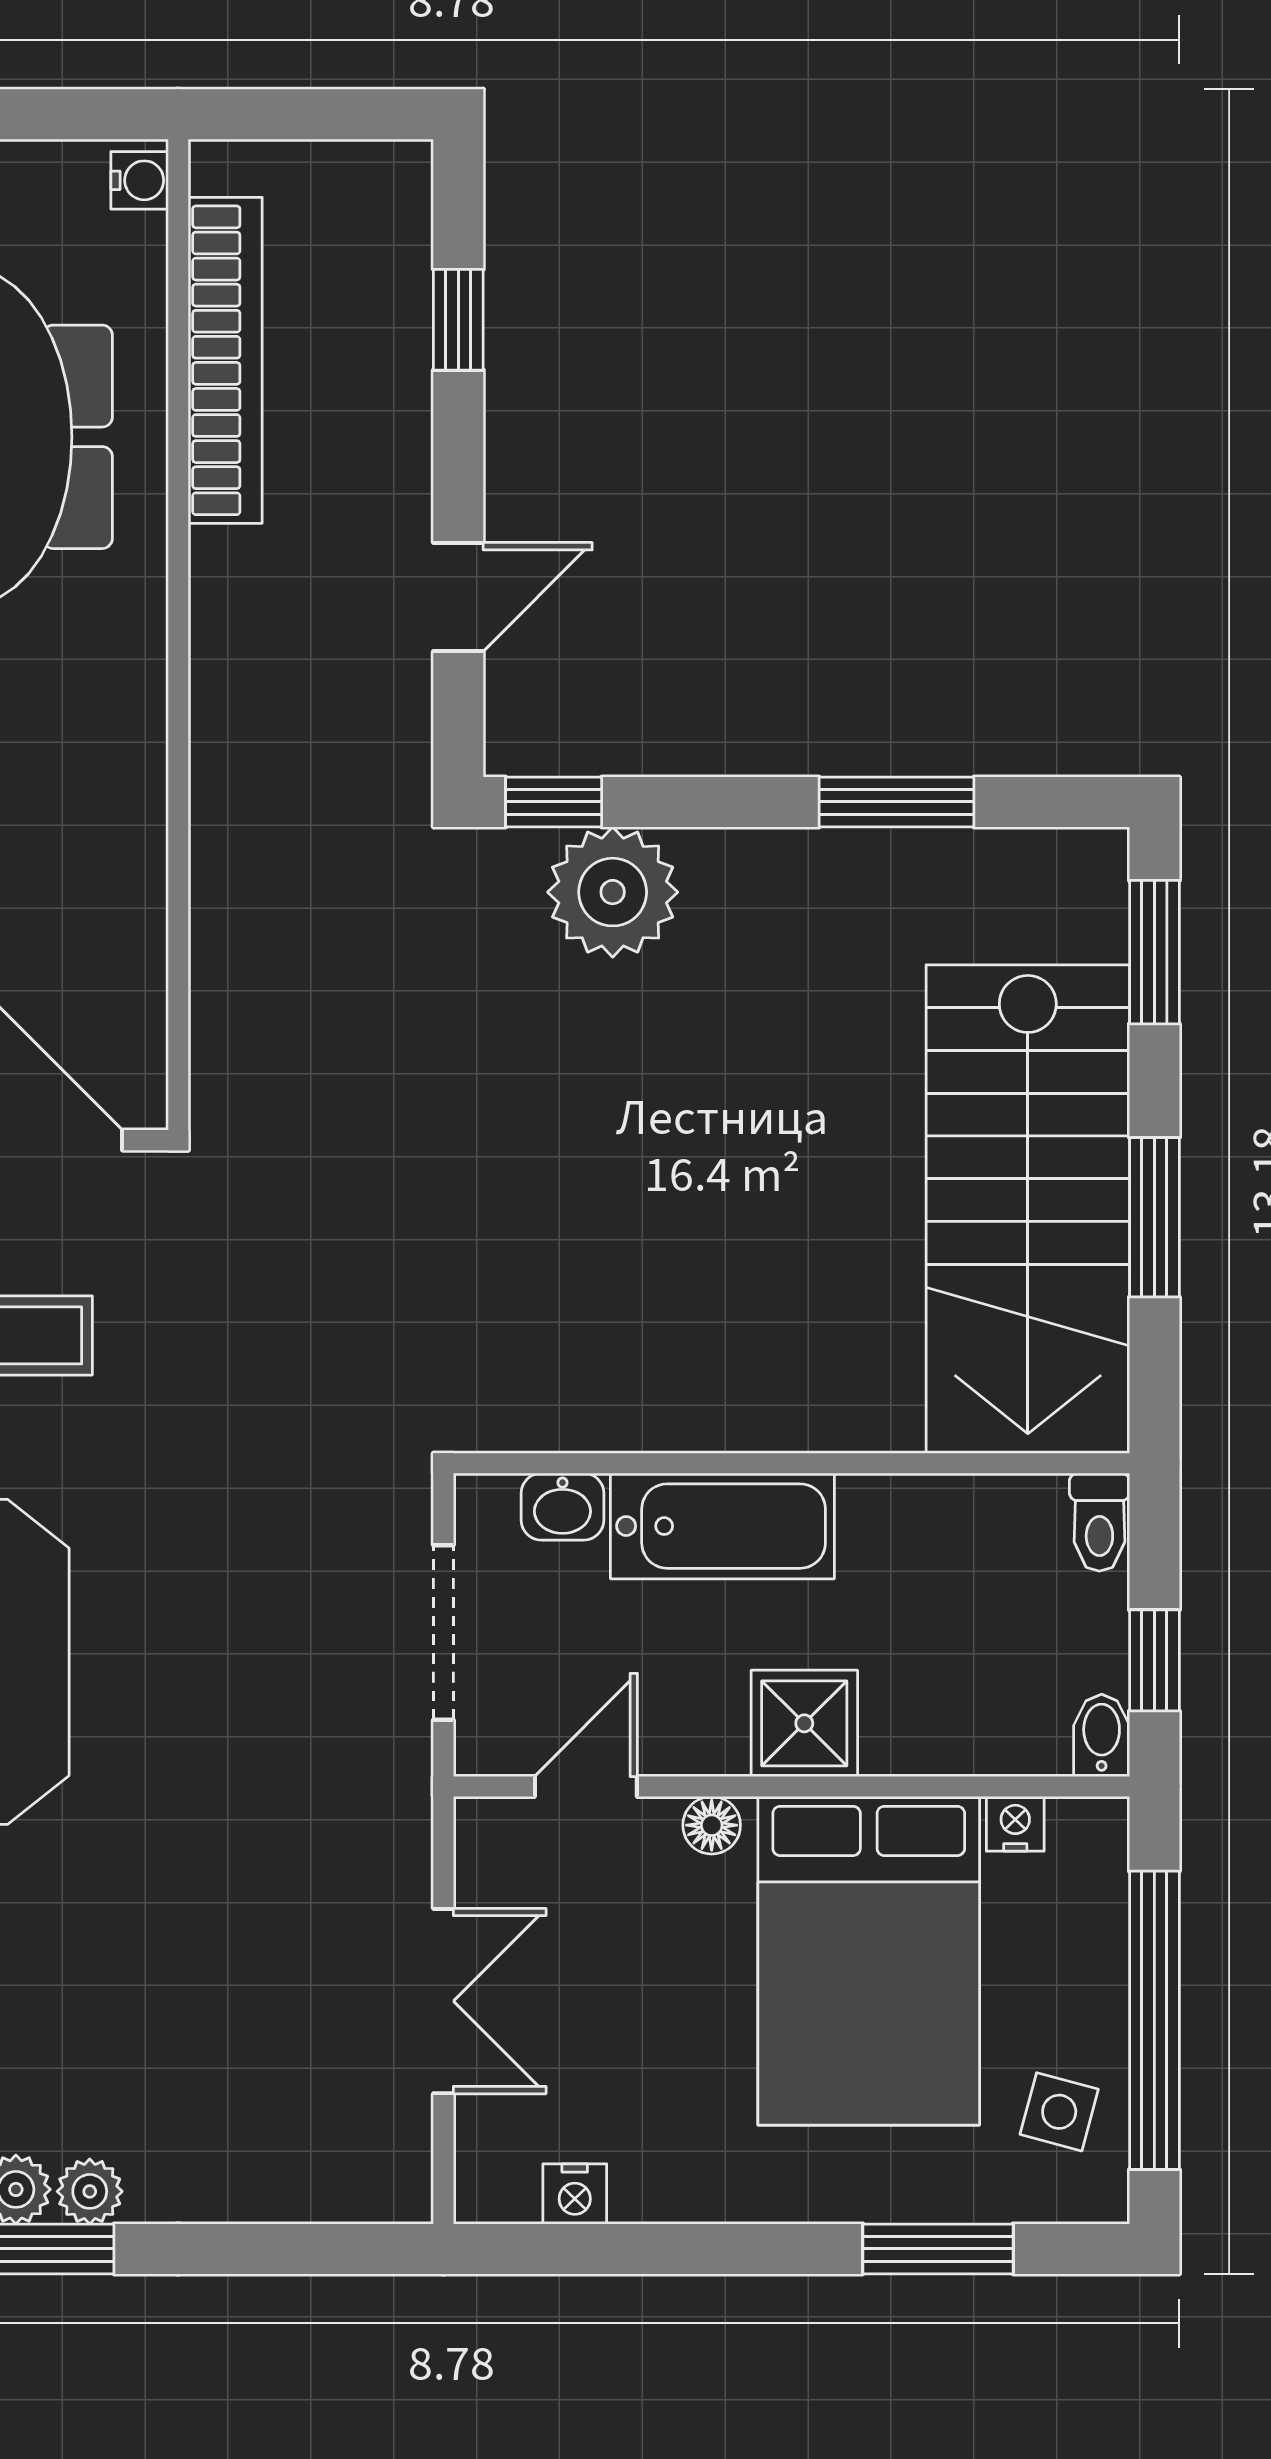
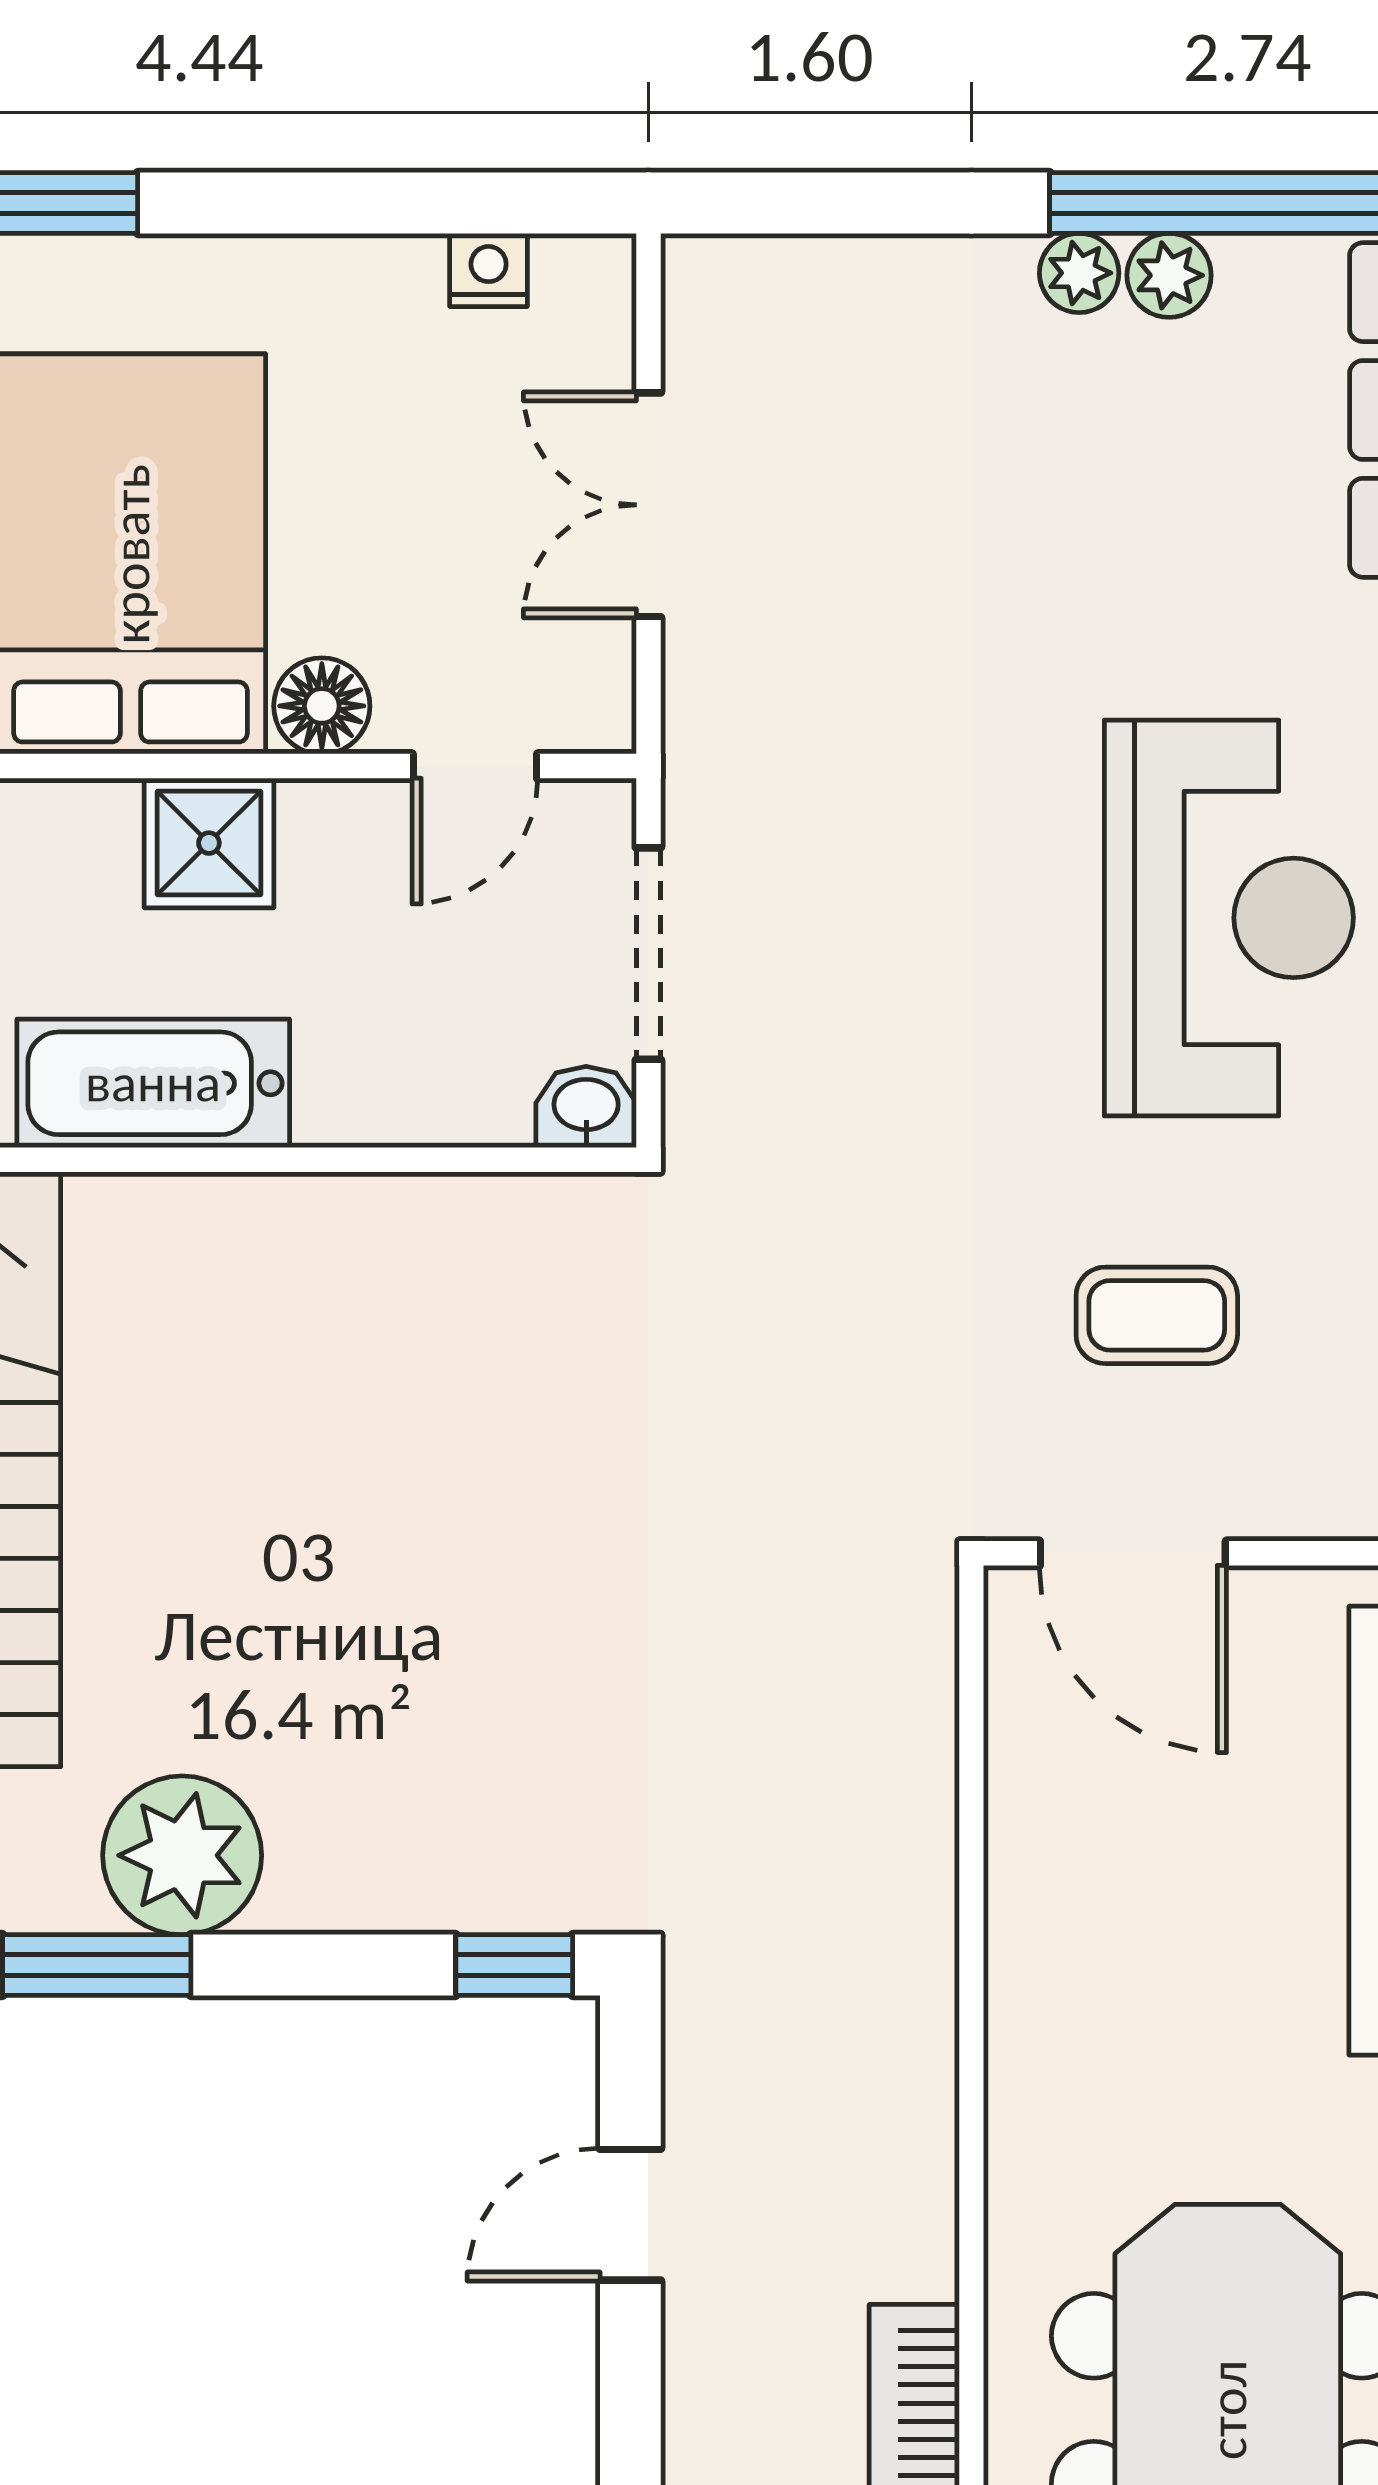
plant: (613, 892) -> (182, 1855), moved
washbasin: (562, 1507) -> (586, 1107), moved
bathtub: (722, 1526) -> (153, 1083), moved
floor lamp: (712, 1825) -> (322, 706), width x1.37, depth x1.37

